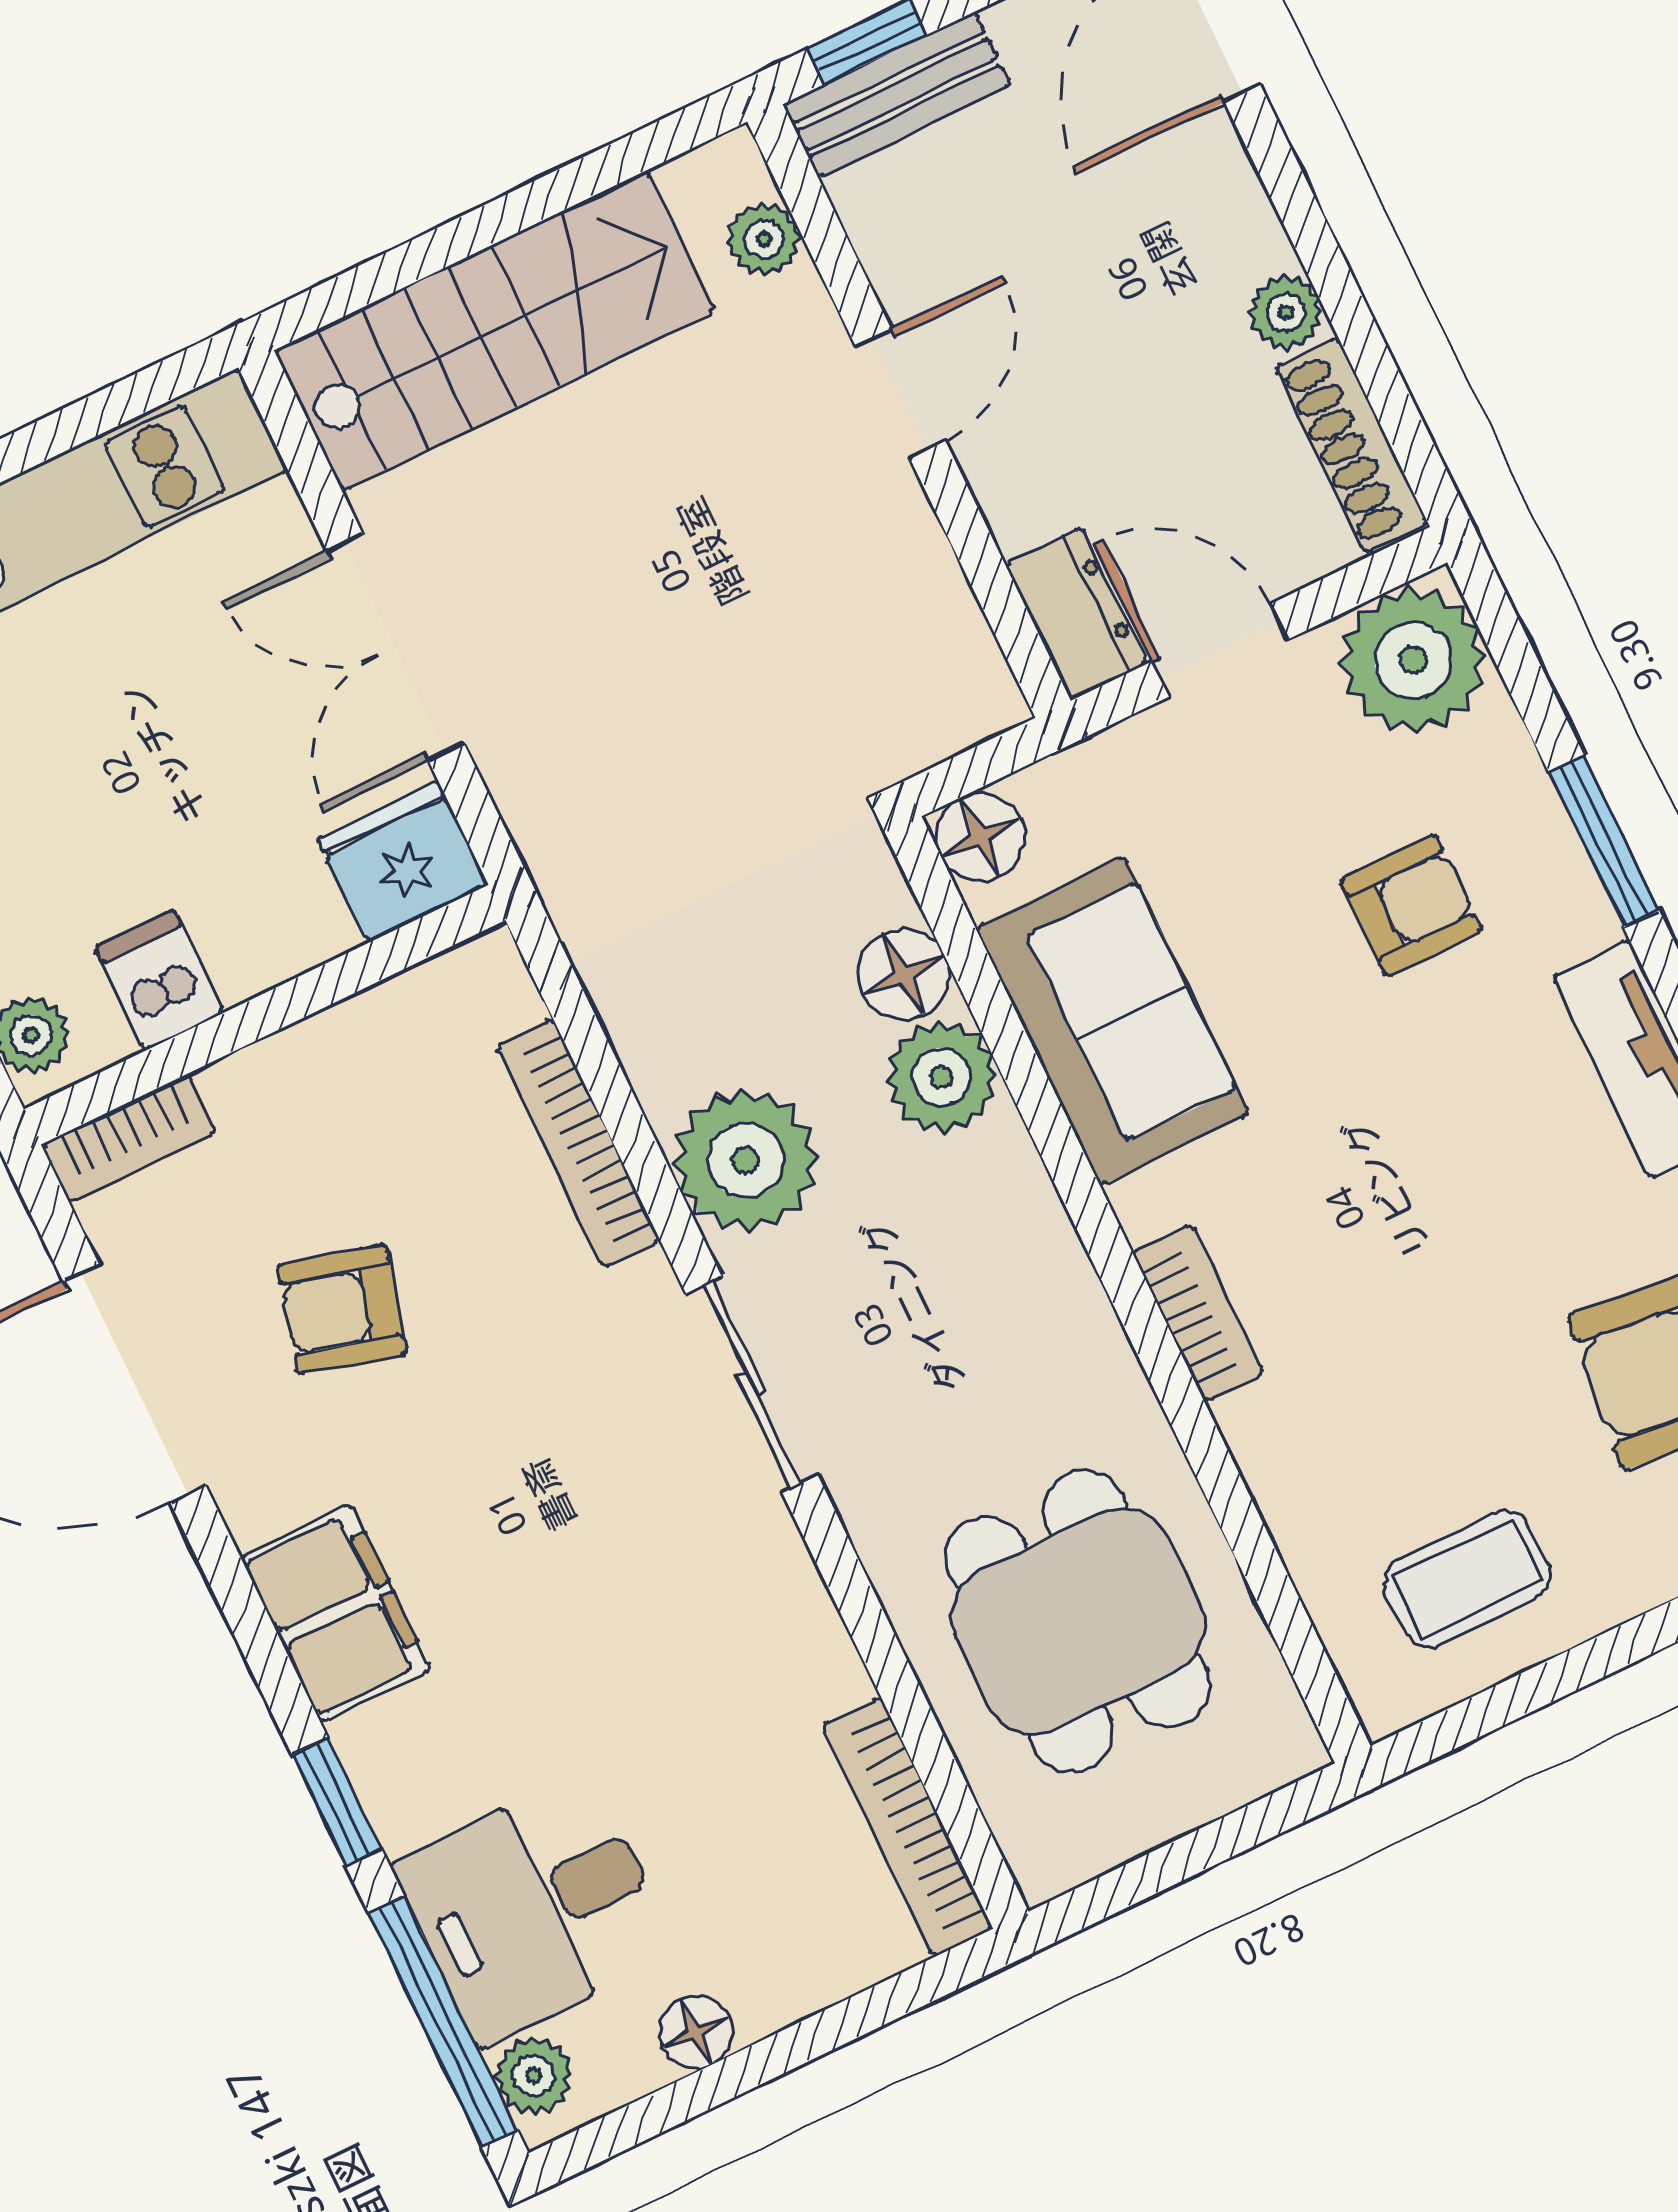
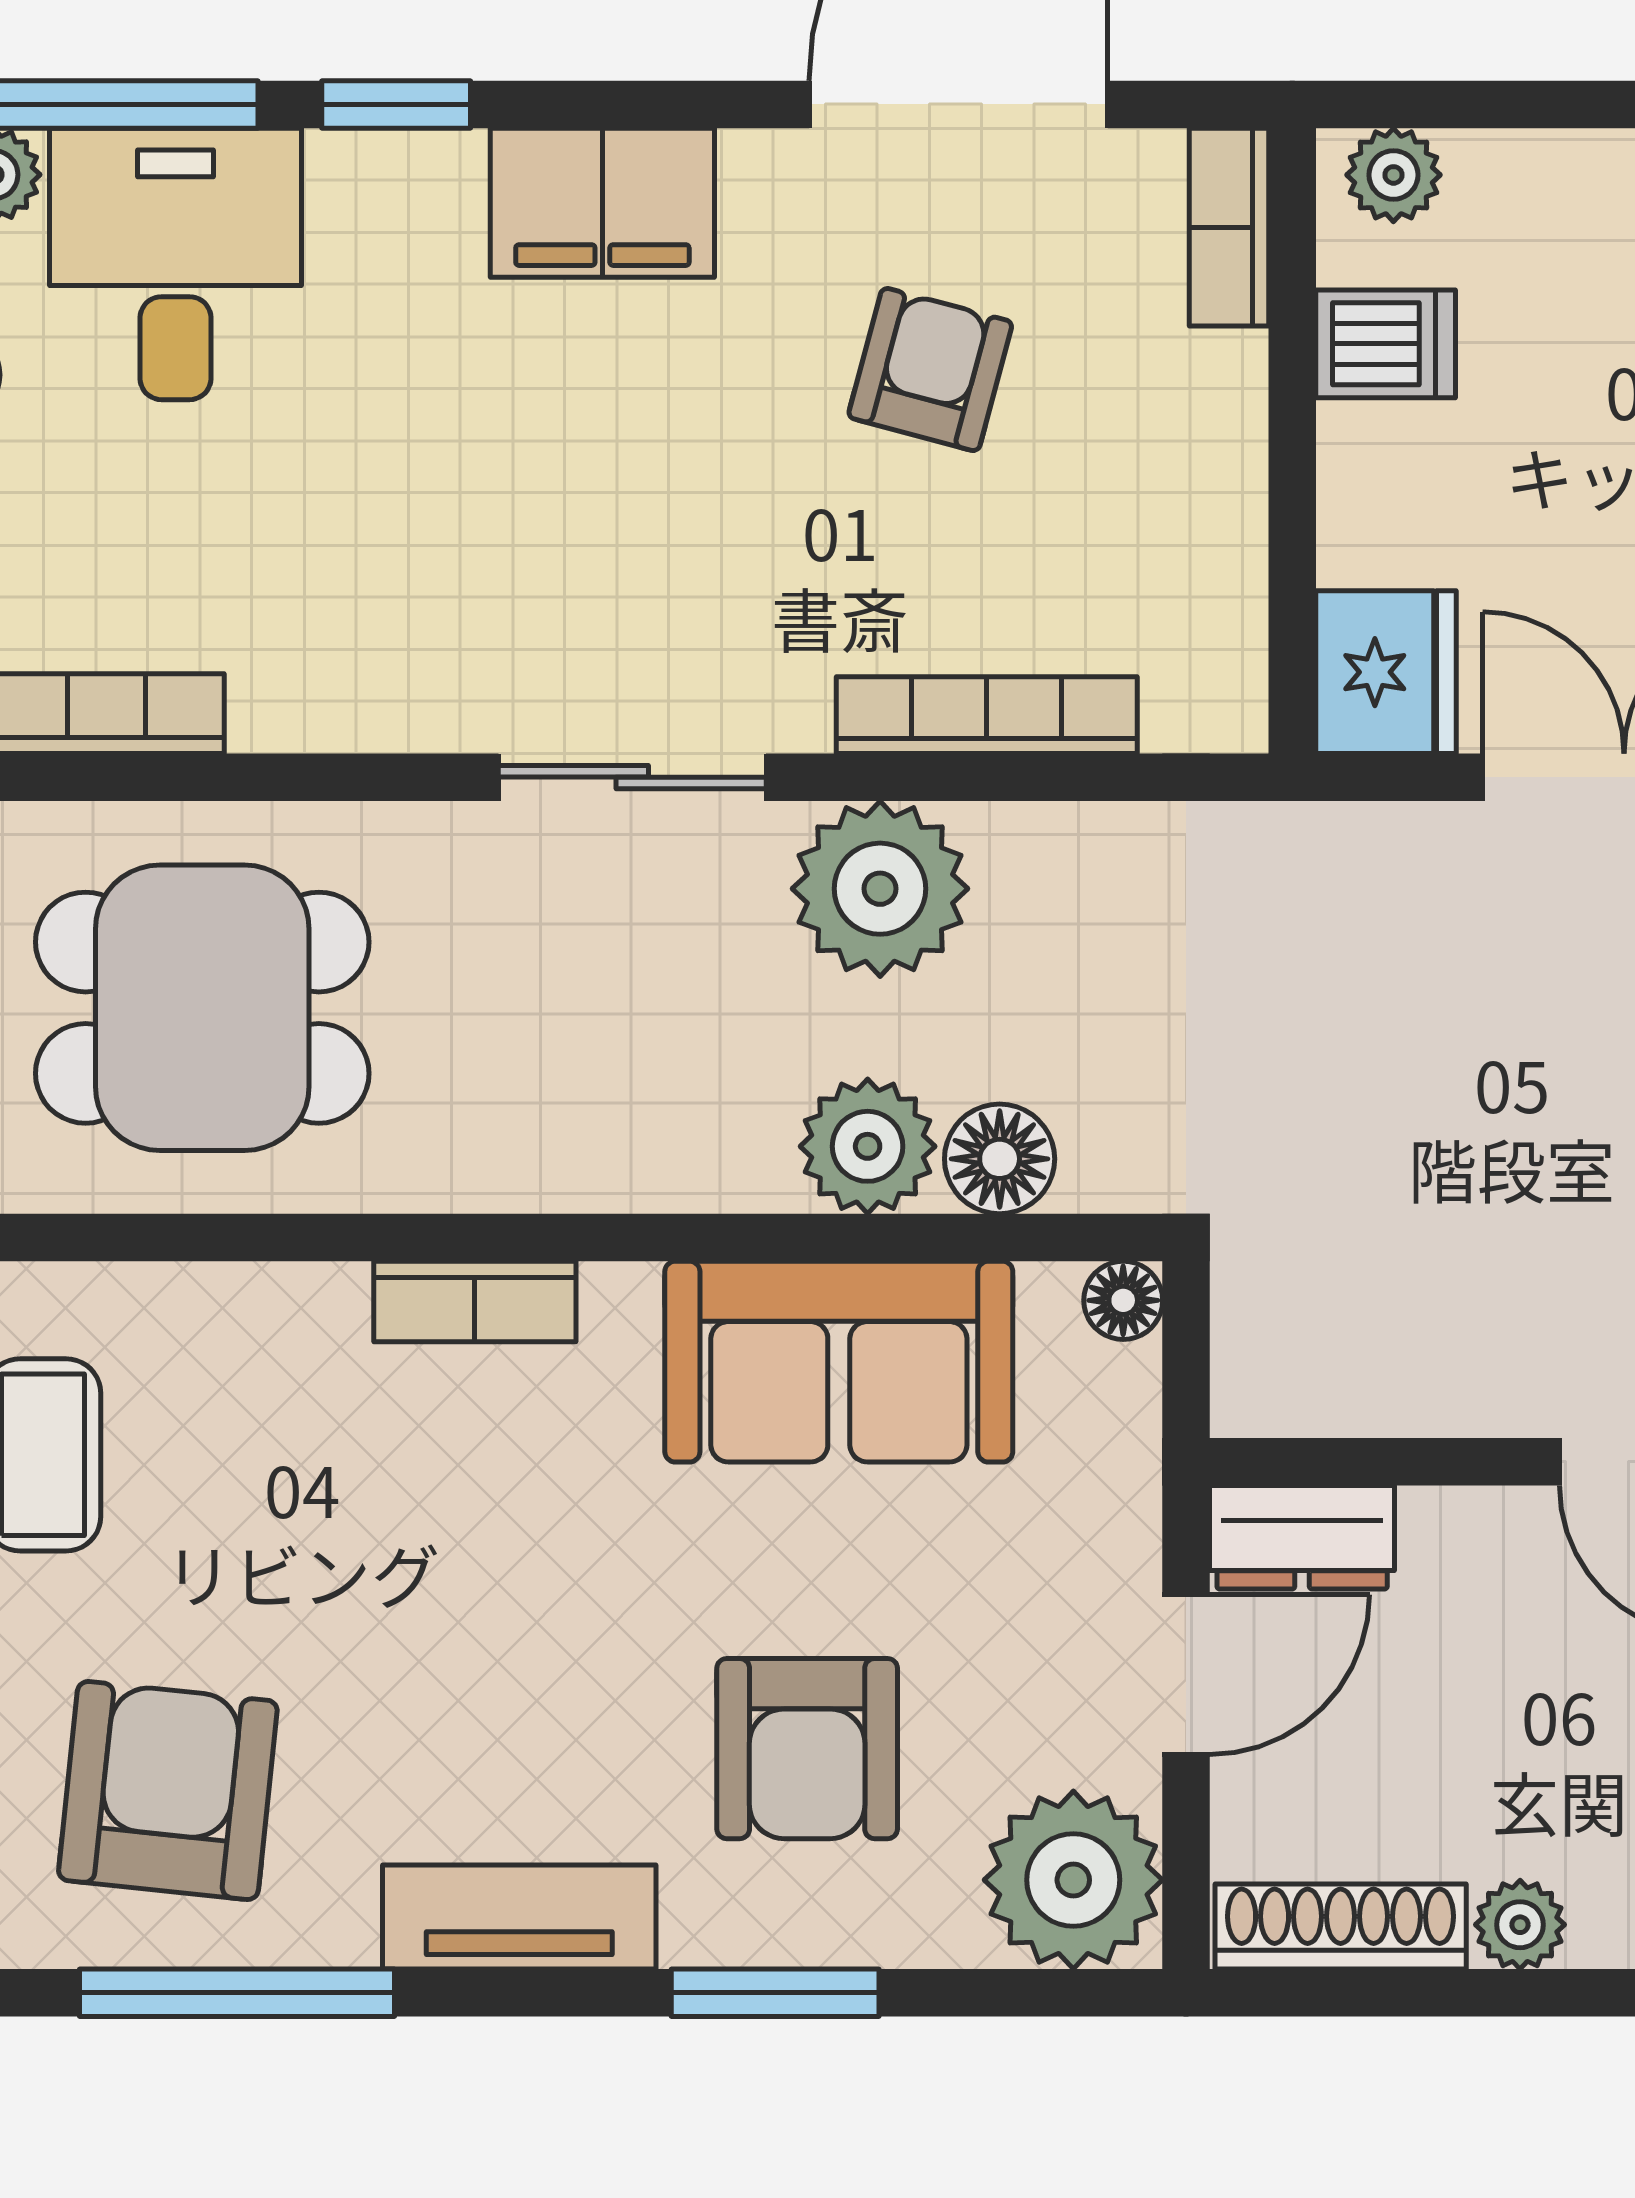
floor lamp: (980, 837) -> (1123, 1300), width x0.73, depth x0.73
armchair: (1411, 905) -> (807, 1749), width x1.38, depth x1.38

